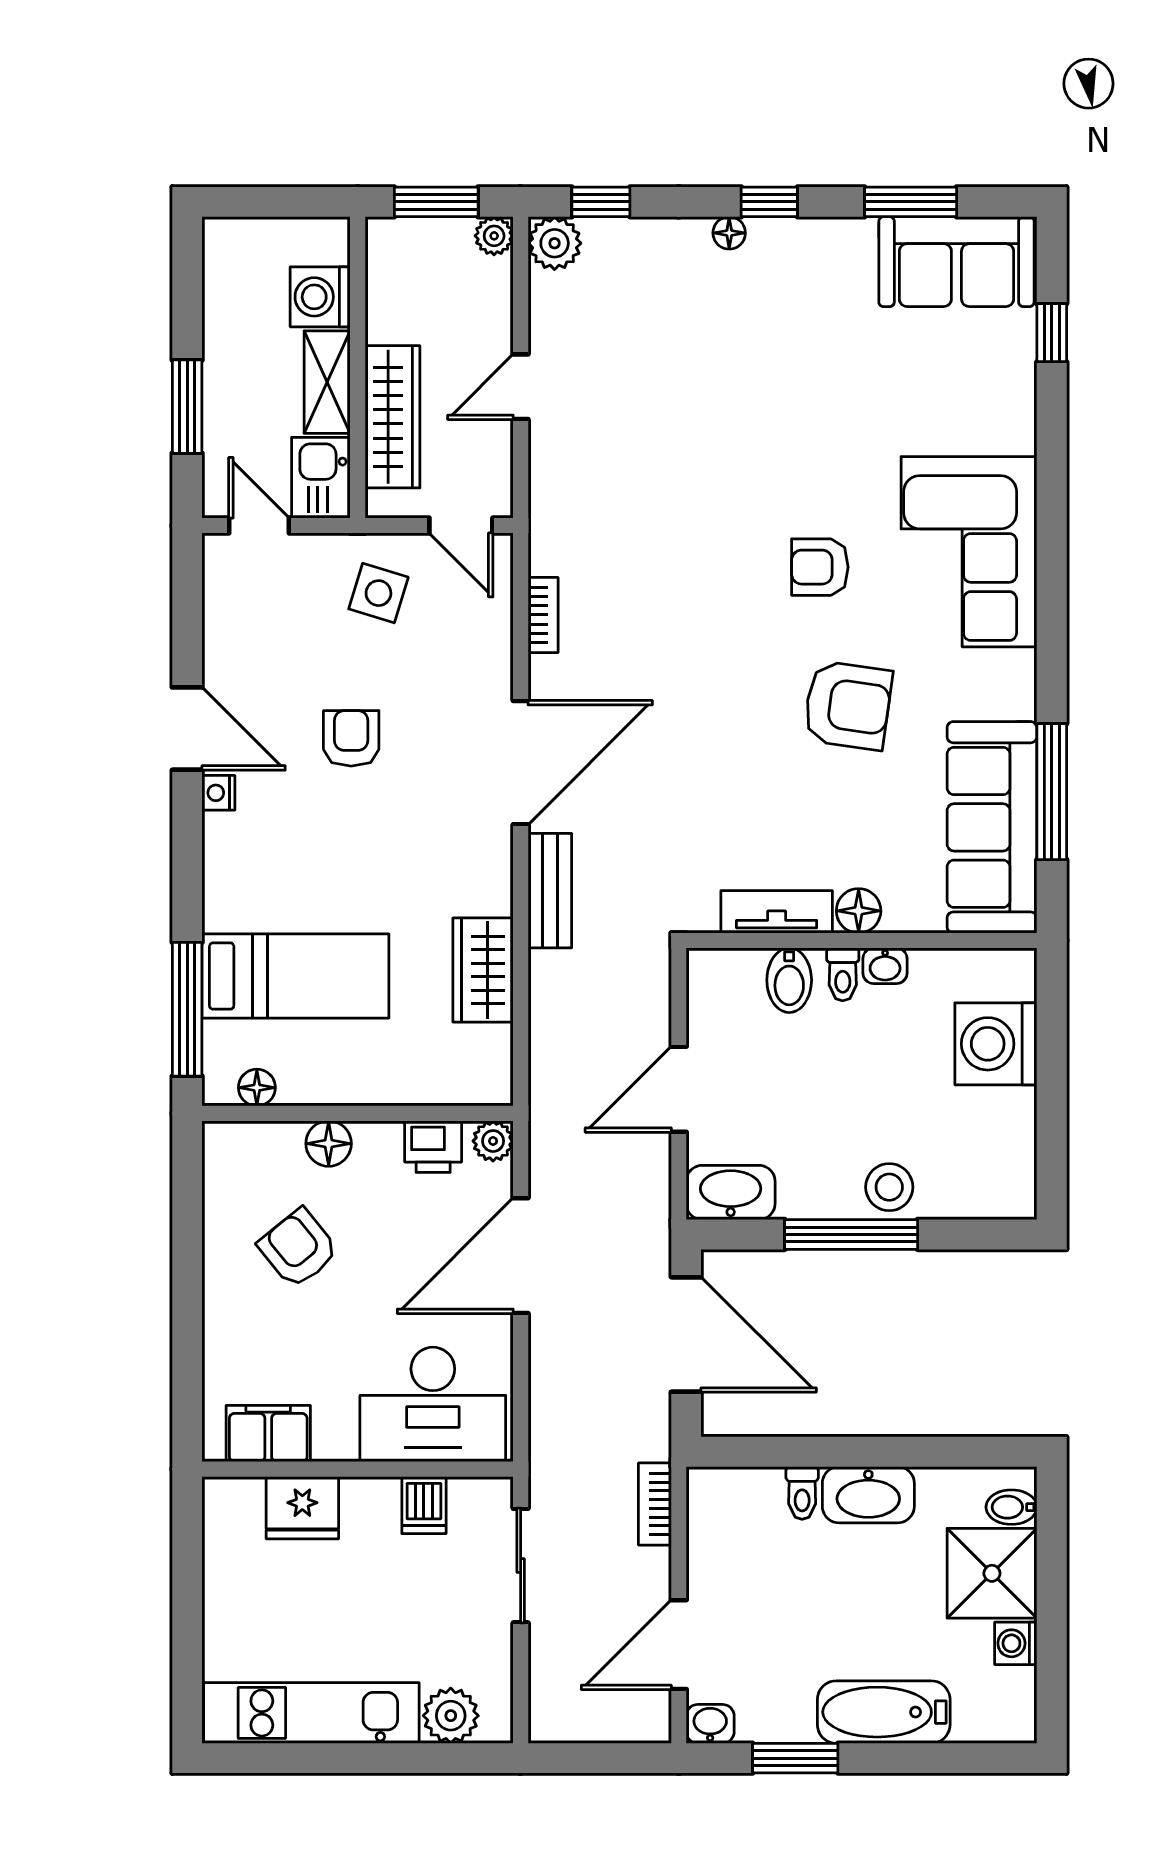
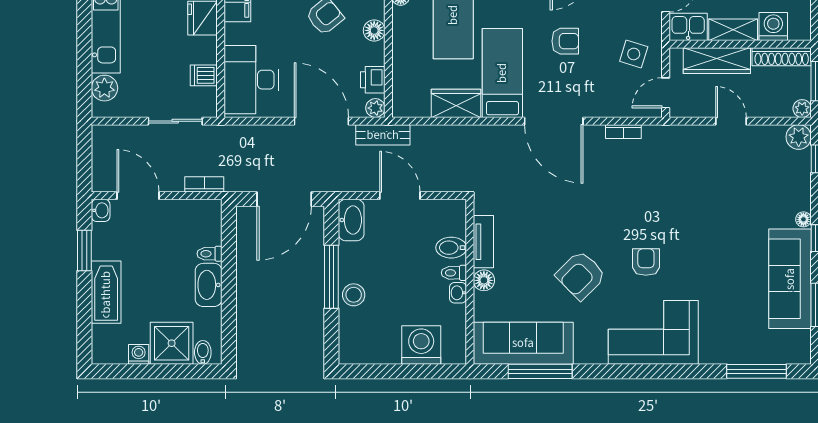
sofa: (956, 262) -> (790, 279), moved, width x1.36
shoe rack: (384, 279) -> (782, 57), added
window: (1052, 333) -> (756, 371), width x2.17
armchair: (848, 705) -> (581, 275), turned 37
bed: (419, 871) -> (502, 73), added
bench: (550, 891) -> (383, 135), moved

